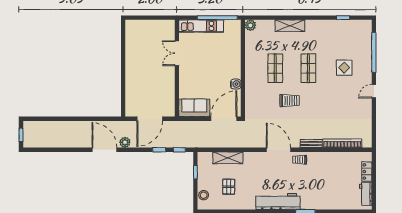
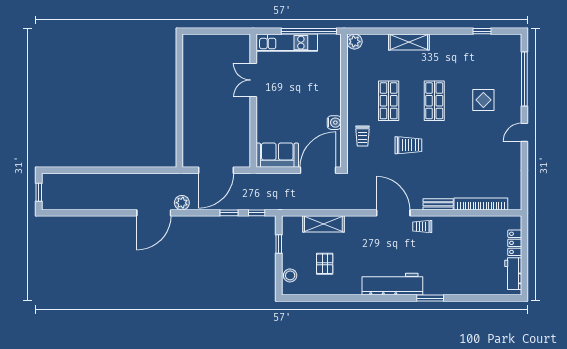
trolley: (256, 94) -> (362, 136), added
door: (105, 150) -> (154, 213), swing flipped

